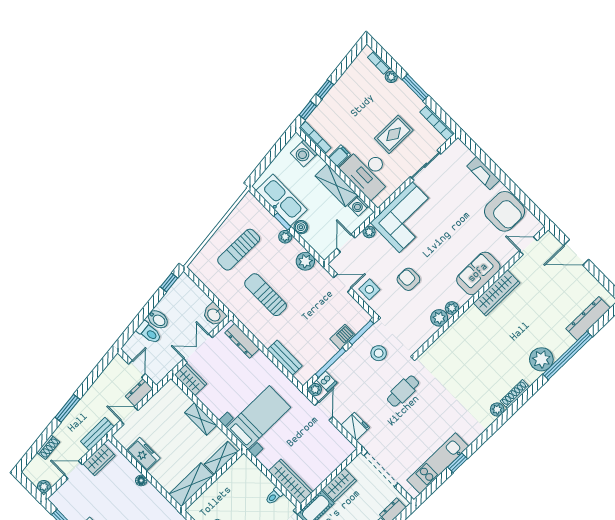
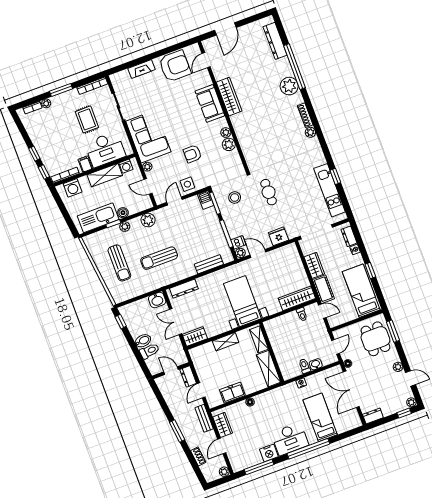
barbecue: (343, 337) -> (206, 200), moved

